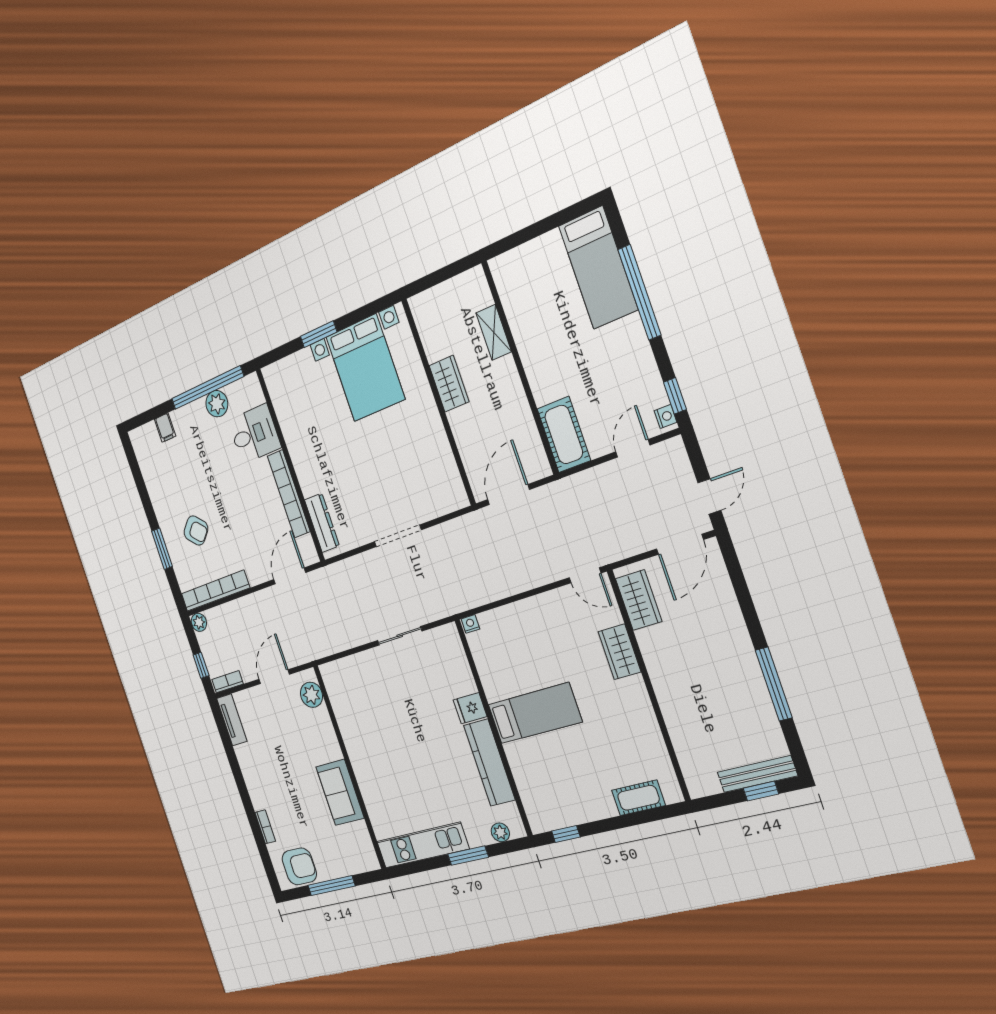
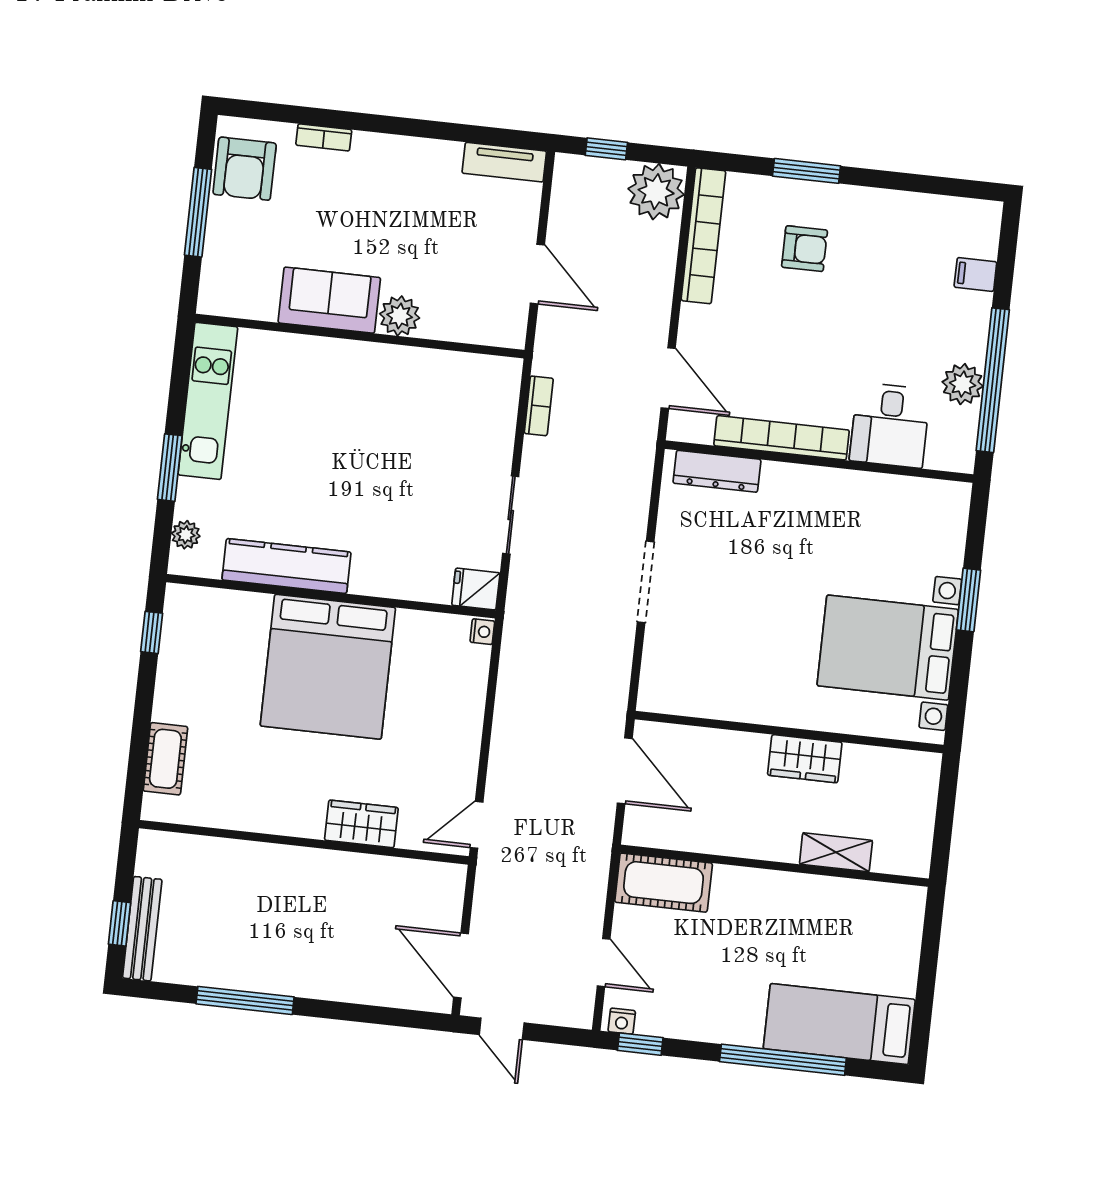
armchair: (196, 530) -> (805, 249), turned -134
wardrobe: (639, 600) -> (416, 881), removed
plant: (199, 622) -> (656, 192), width x1.88, depth x1.88
bookcase: (227, 682) -> (539, 406), moved
plant: (311, 695) -> (400, 316), moved
fridge: (470, 708) -> (476, 589), moved, turned -90
bed: (535, 713) -> (328, 667), width x2.04

